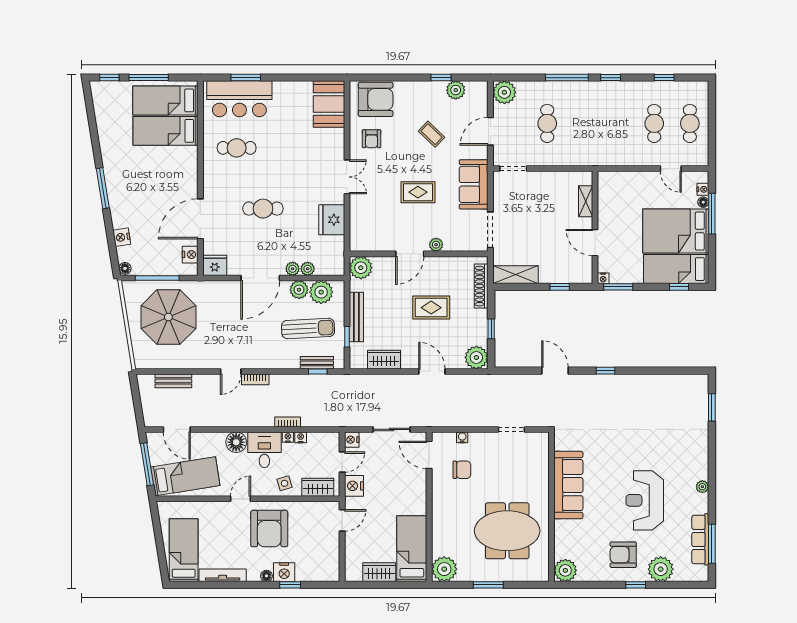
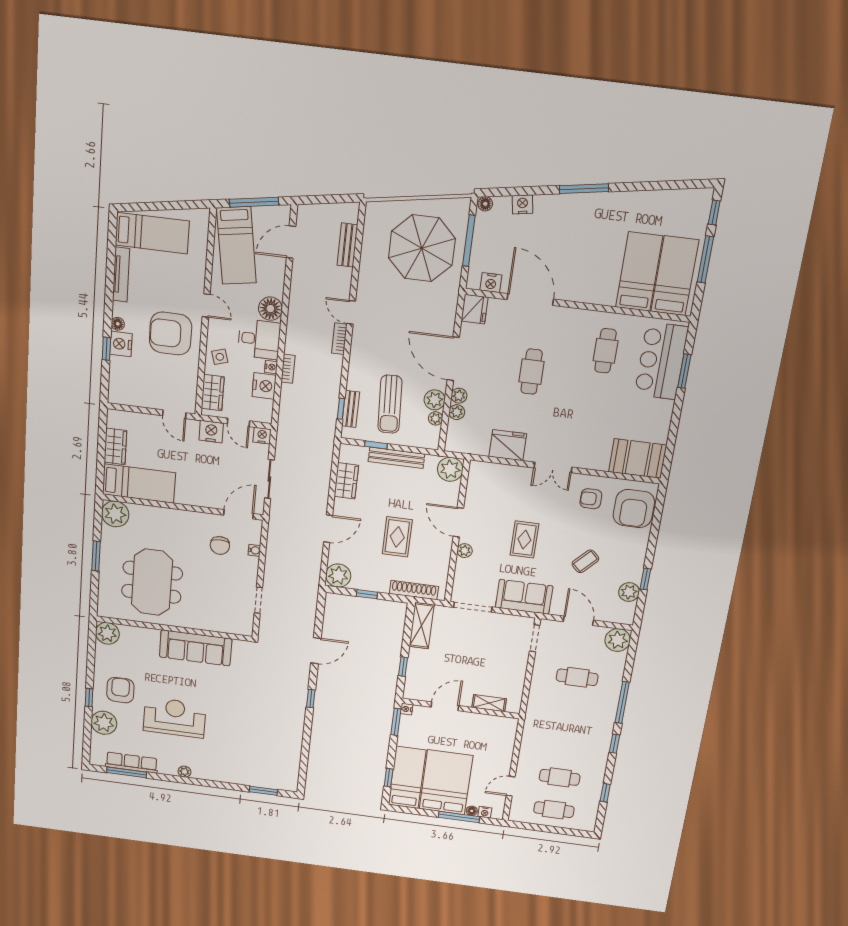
plant: (321, 292) -> (436, 418), width x0.53, depth x0.53
nightstand: (301, 437) -> (264, 386), width x1.89, depth x1.79

